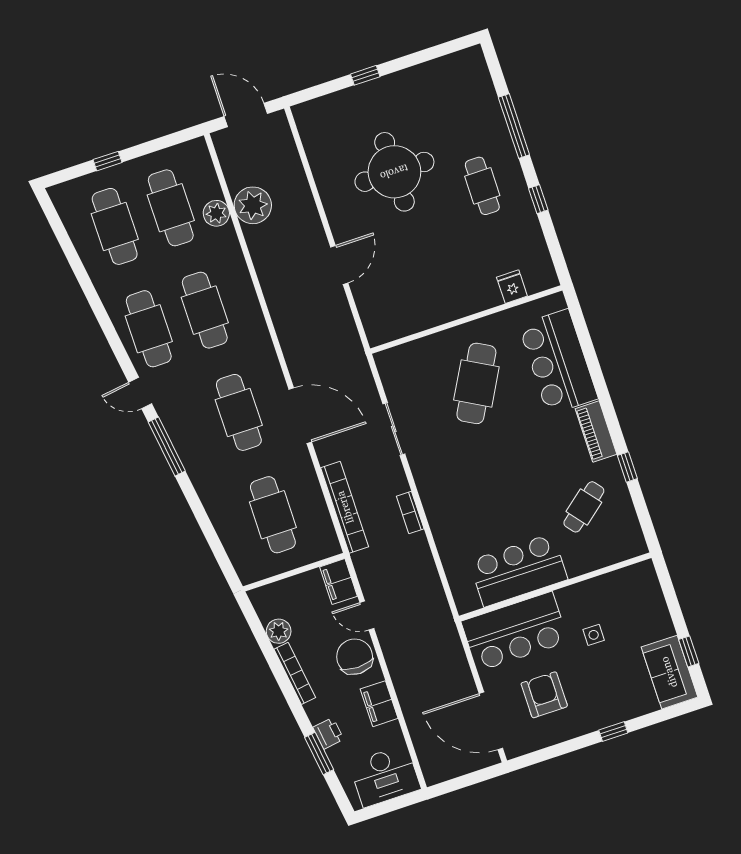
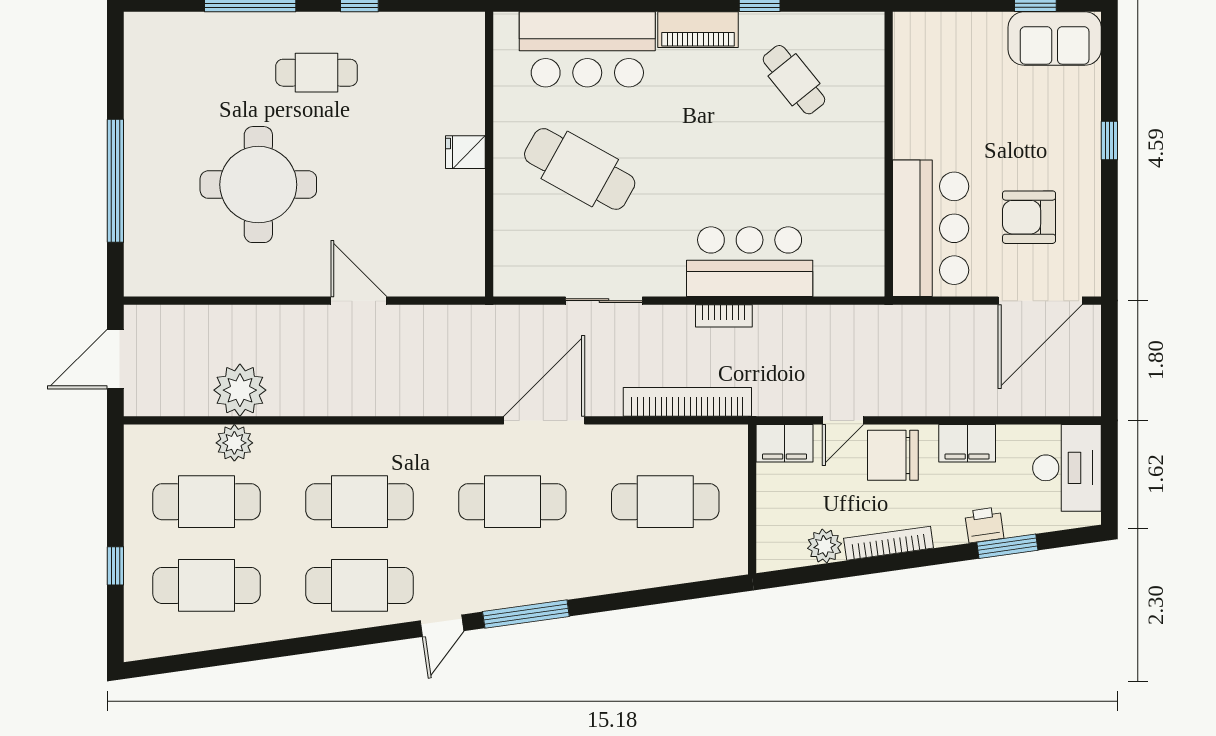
window: (365, 75) -> (115, 181), width x3.17
fridge: (512, 287) -> (465, 152), moved
bar counter: (518, 570) -> (750, 262), moved, turned 90
side table: (594, 635) -> (971, 124), removed

